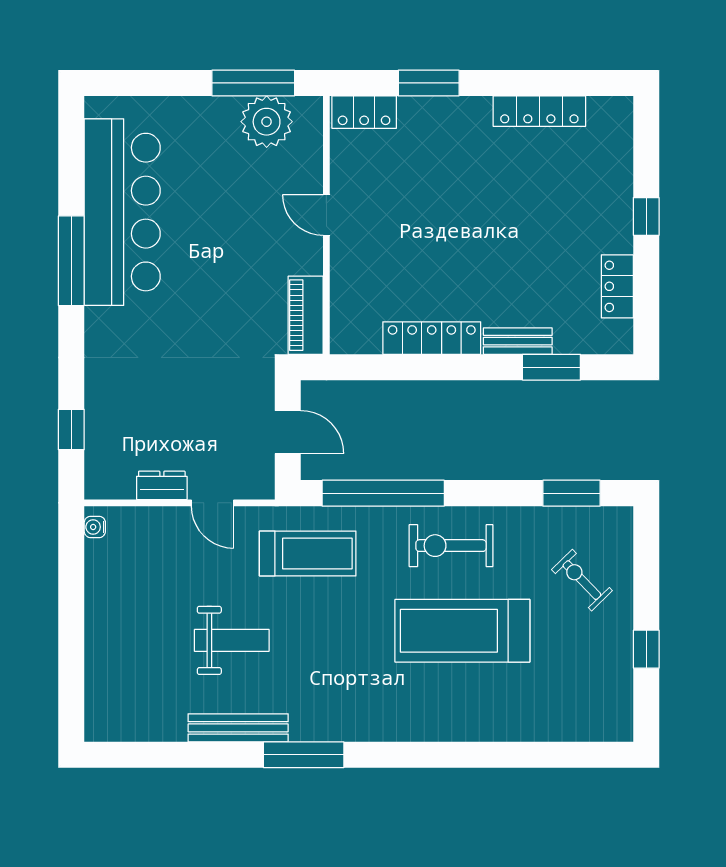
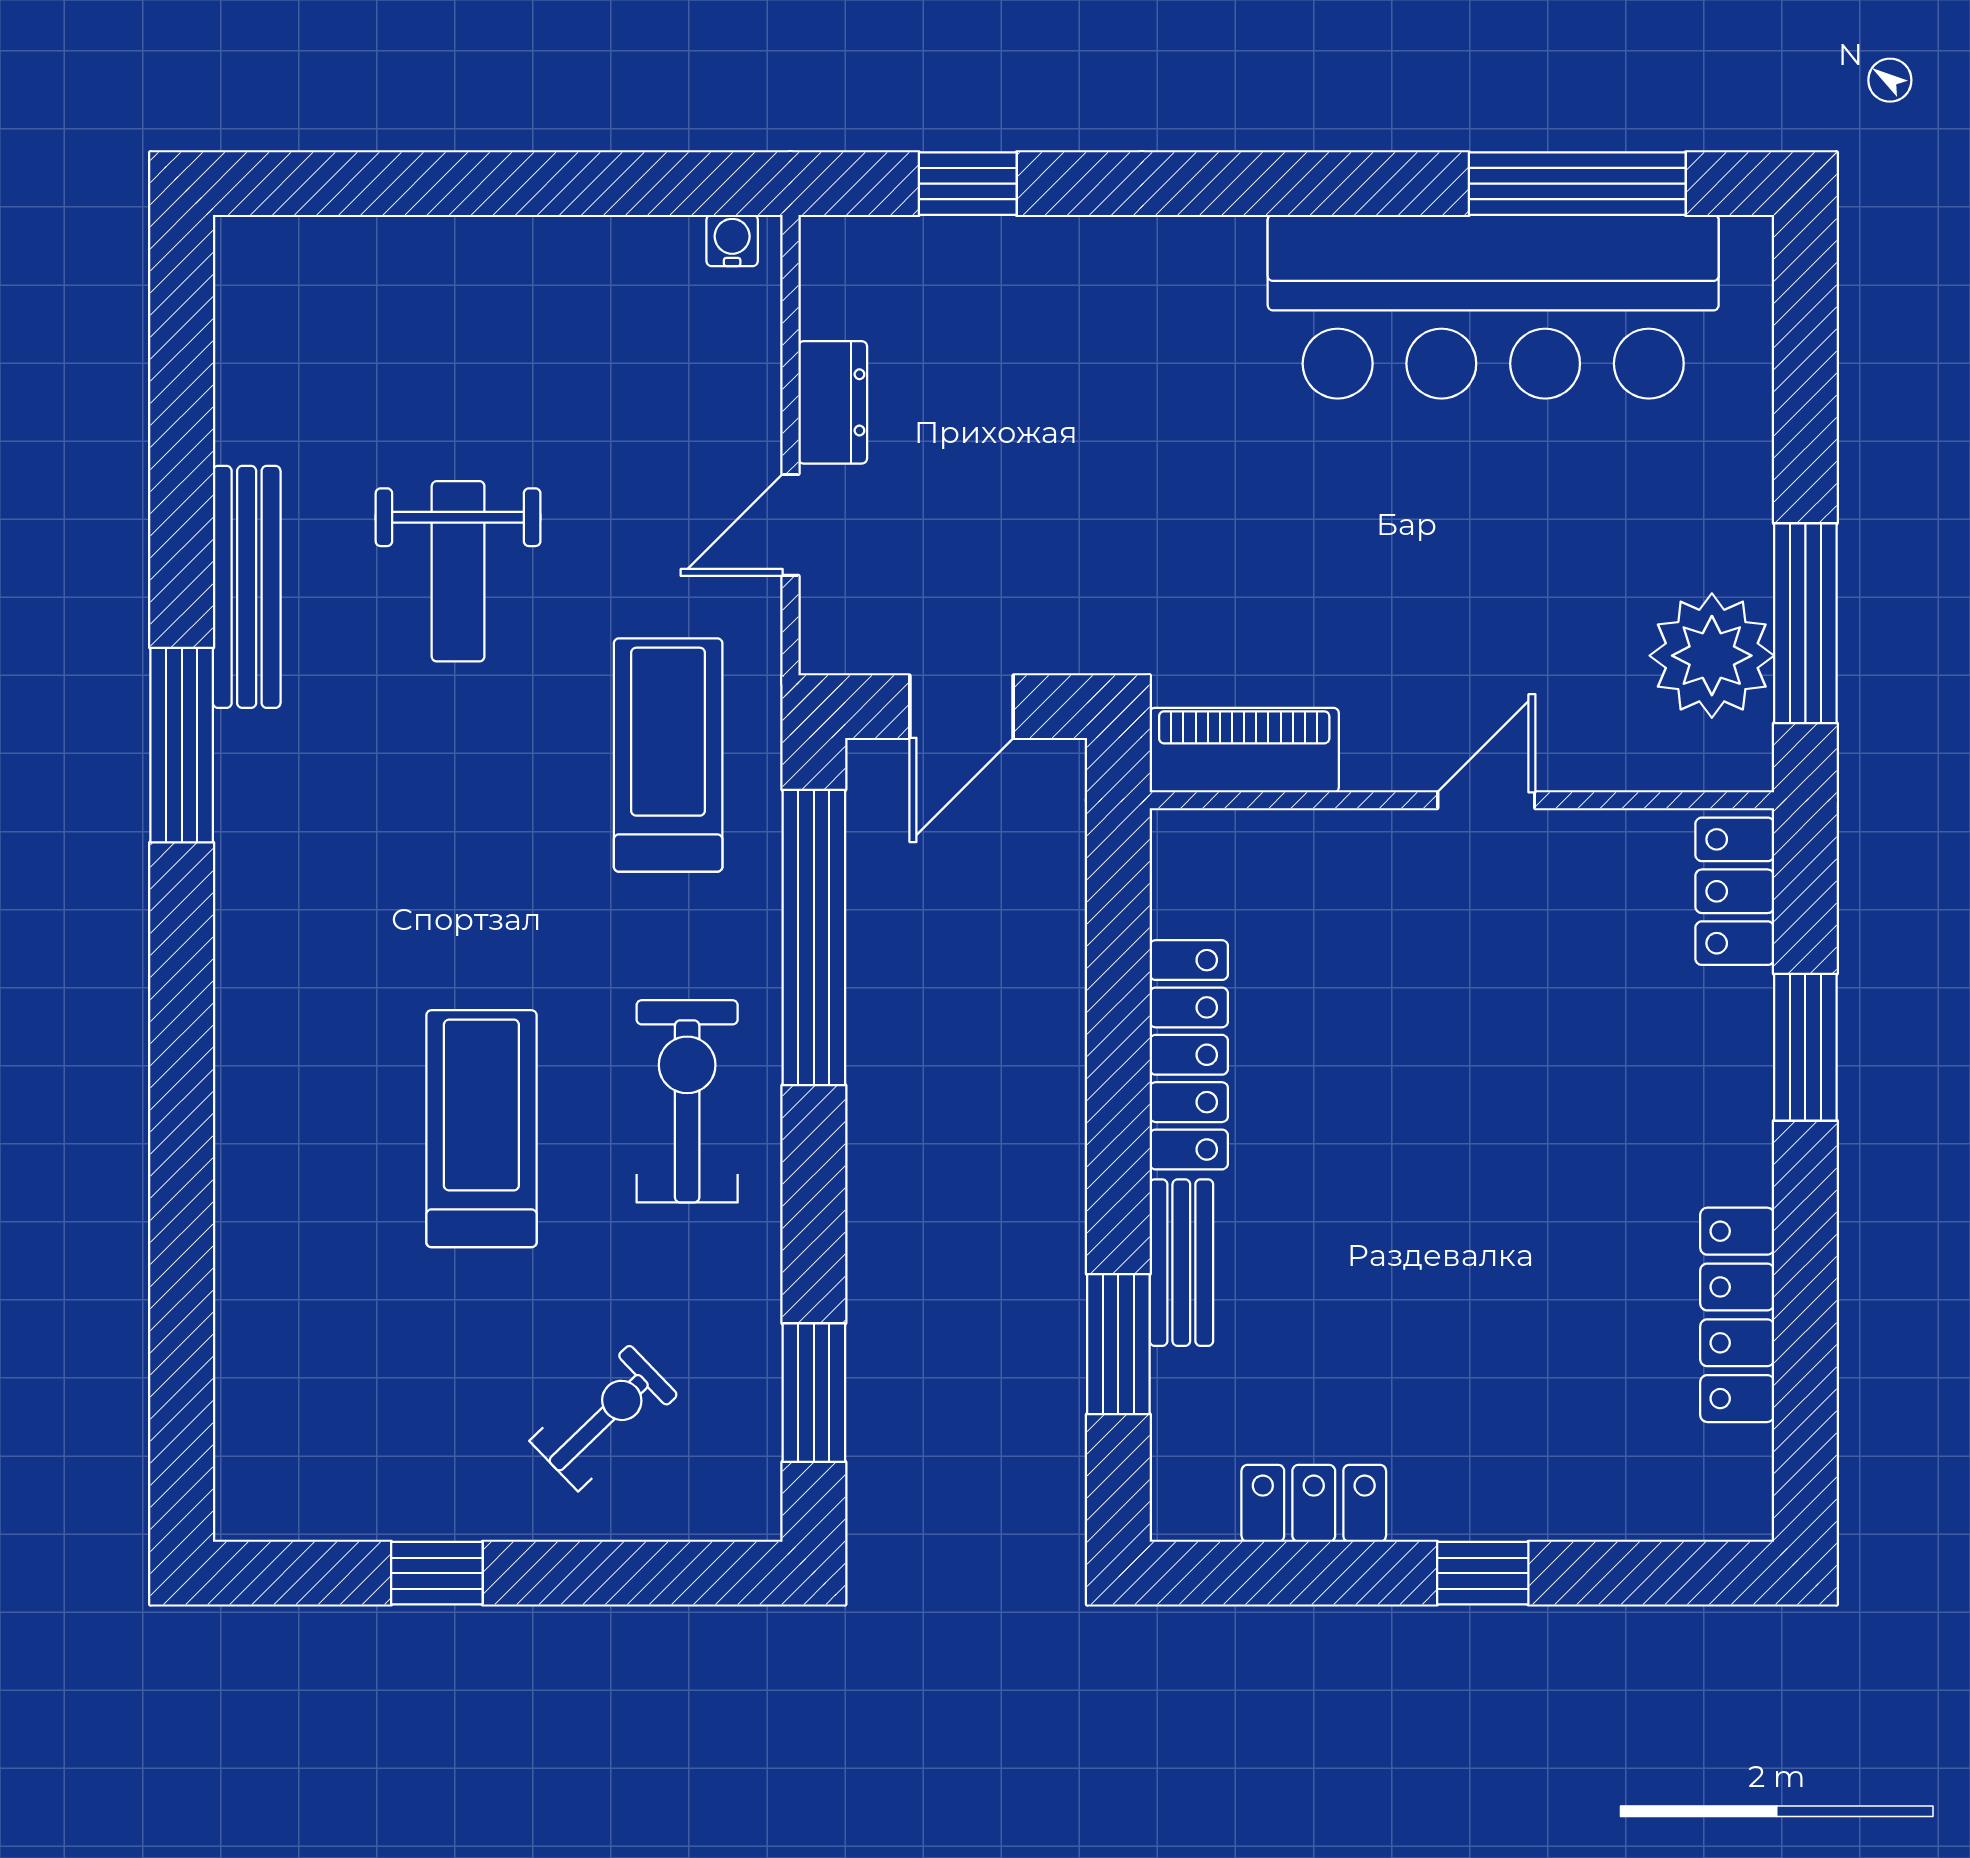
window: (71, 261) -> (1577, 184), moved
treadmill: (308, 553) -> (668, 755), turned 180
treadmill: (462, 631) -> (481, 1129), width x0.73, depth x0.73

